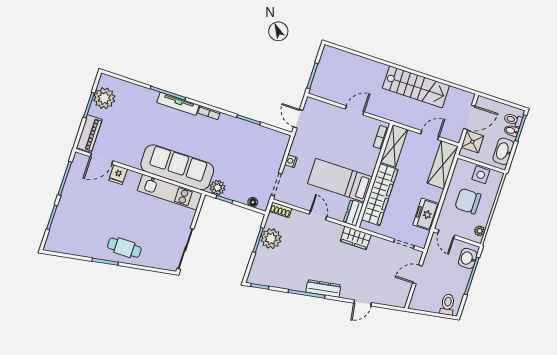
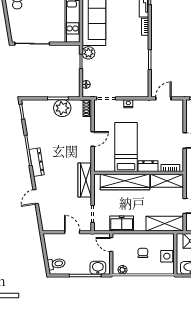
chair: (468, 201) -> (143, 253), width x0.54, depth x0.54
dresser: (353, 213) -> (148, 166), moved
door: (446, 234) -> (111, 245), hinge flipped
wardrobe: (356, 238) -> (85, 180), width x1.50
door: (363, 303) -> (36, 197), hinge flipped

